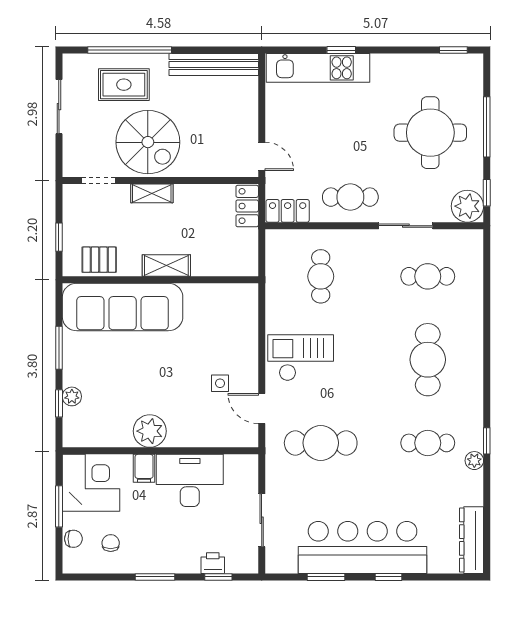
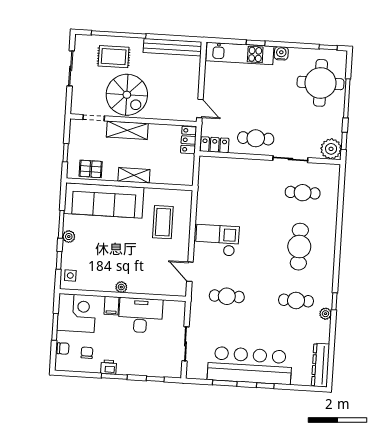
water cooler: (382, 64) -> (281, 53), added
round table: (430, 133) -> (321, 83), moved
shelving: (152, 193) -> (127, 130), width x1.50, depth x1.33
cafe table: (321, 276) -> (233, 188), removed
coffee table: (215, 335) -> (163, 222), added
side table: (220, 383) -> (70, 275), moved
plant: (72, 396) -> (69, 237), moved
plant: (150, 431) -> (121, 287), width x0.53, depth x0.53
cafe table: (321, 443) -> (227, 296), width x0.73, depth x0.74
printer: (213, 563) -> (109, 367), moved

